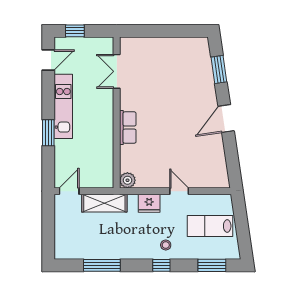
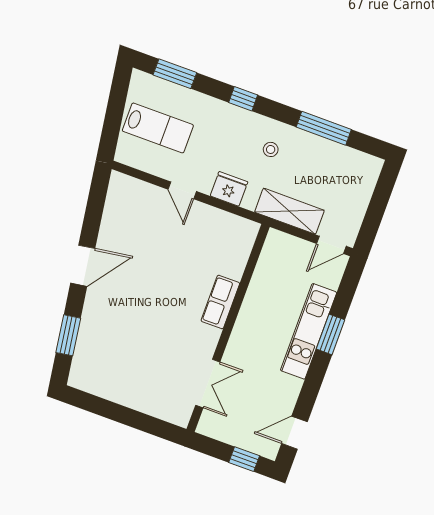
kitchen unit: (63, 106) -> (309, 331), moved
plant: (127, 180) -> (247, 231), removed
stool: (166, 245) -> (271, 149), moved

